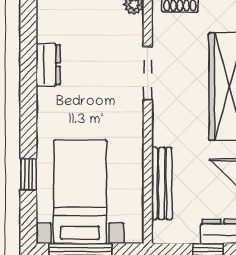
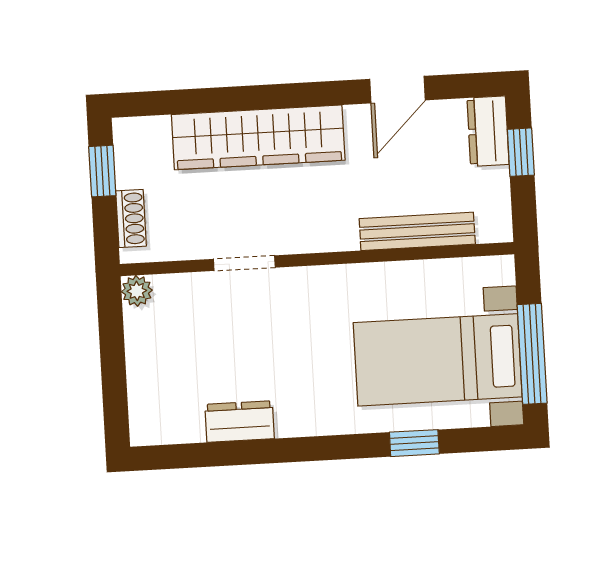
doorway: (148, 73) -> (244, 263), width x0.73

